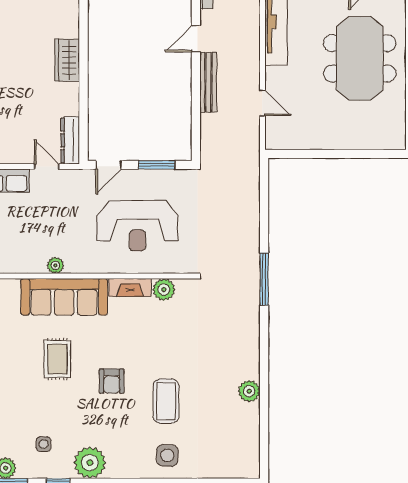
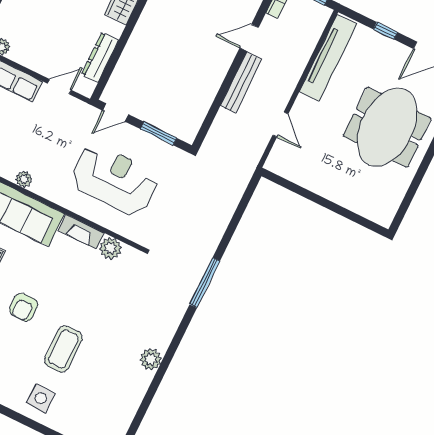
dresser: (70, 140) -> (100, 57), moved
door: (47, 166) -> (59, 87), hinge flipped
reception desk: (137, 226) -> (115, 180), turned 180
plant: (249, 391) -> (151, 359), moved

